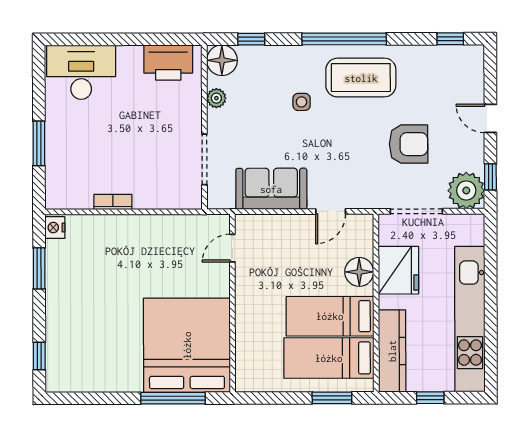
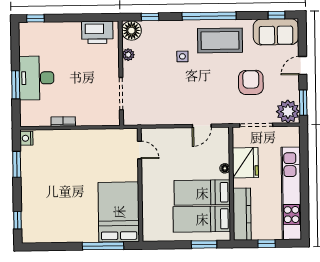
window: (71, 39) -> (35, 18), added
desk: (81, 72) -> (36, 78), moved, turned -90
door: (490, 118) -> (303, 65), hinge flipped
armchair: (409, 144) -> (251, 82), turned -90
window: (490, 177) -> (303, 103), width x1.50
sofa: (271, 189) -> (276, 32), moved, turned 180
door: (232, 248) -> (140, 150), swing flipped
floor lamp: (359, 272) -> (225, 168), width x0.53, depth x0.53
bed: (187, 345) -> (119, 212), width x0.73

